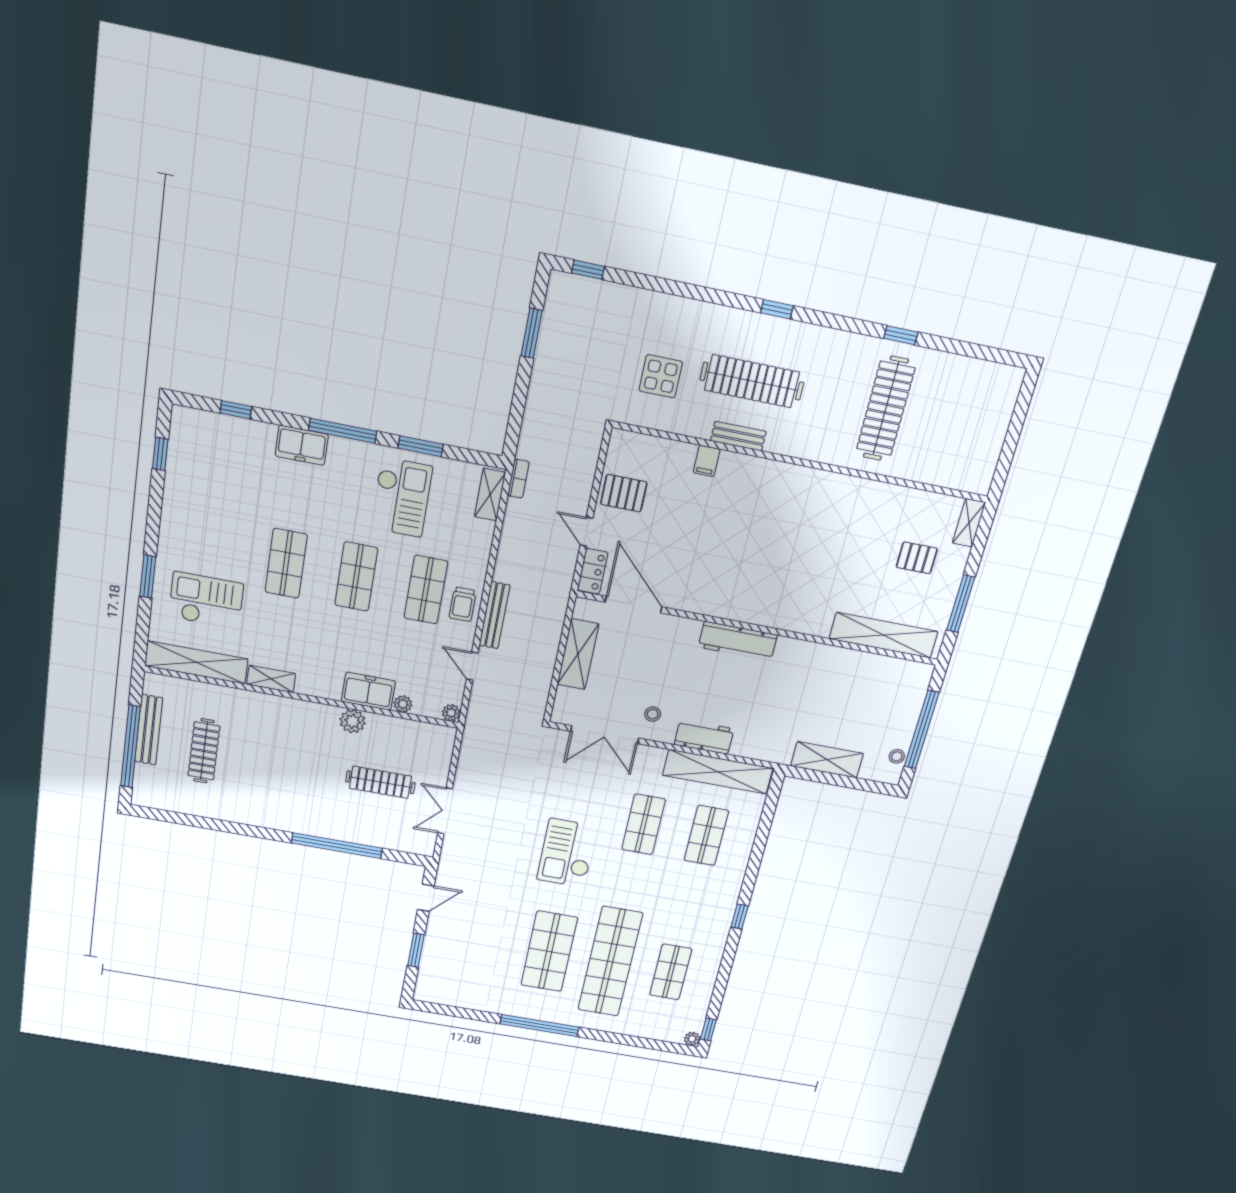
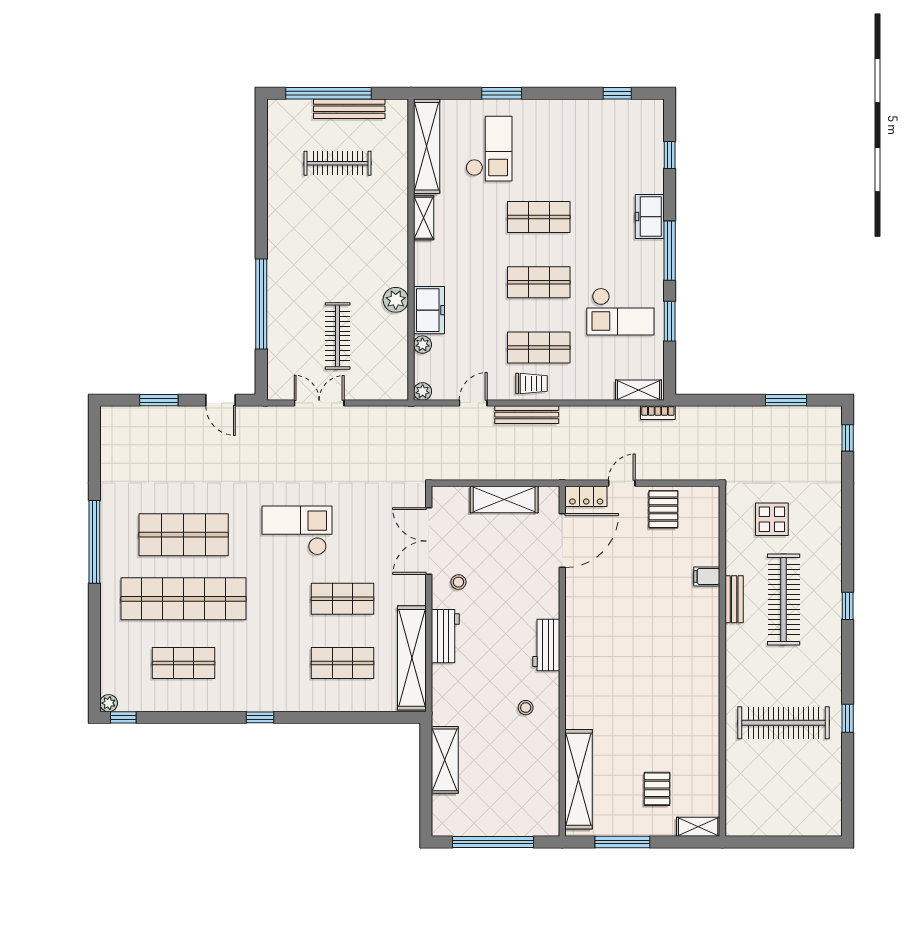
trolley: (463, 604) -> (532, 384), turned 180
workbench: (738, 641) -> (546, 645), width x0.73
stool: (897, 756) -> (526, 708), moved

